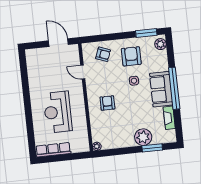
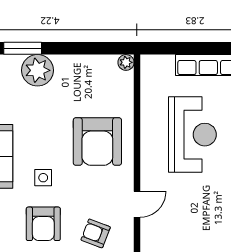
door: (83, 72) -> (137, 204), hinge flipped
armchair: (107, 103) -> (97, 141), width x1.88, depth x1.88

